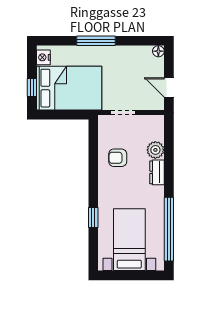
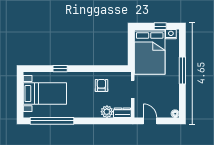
window: (32, 87) -> (160, 26), moved
door: (169, 87) -> (150, 121), hinge flipped
dresser: (157, 172) -> (122, 113), moved

